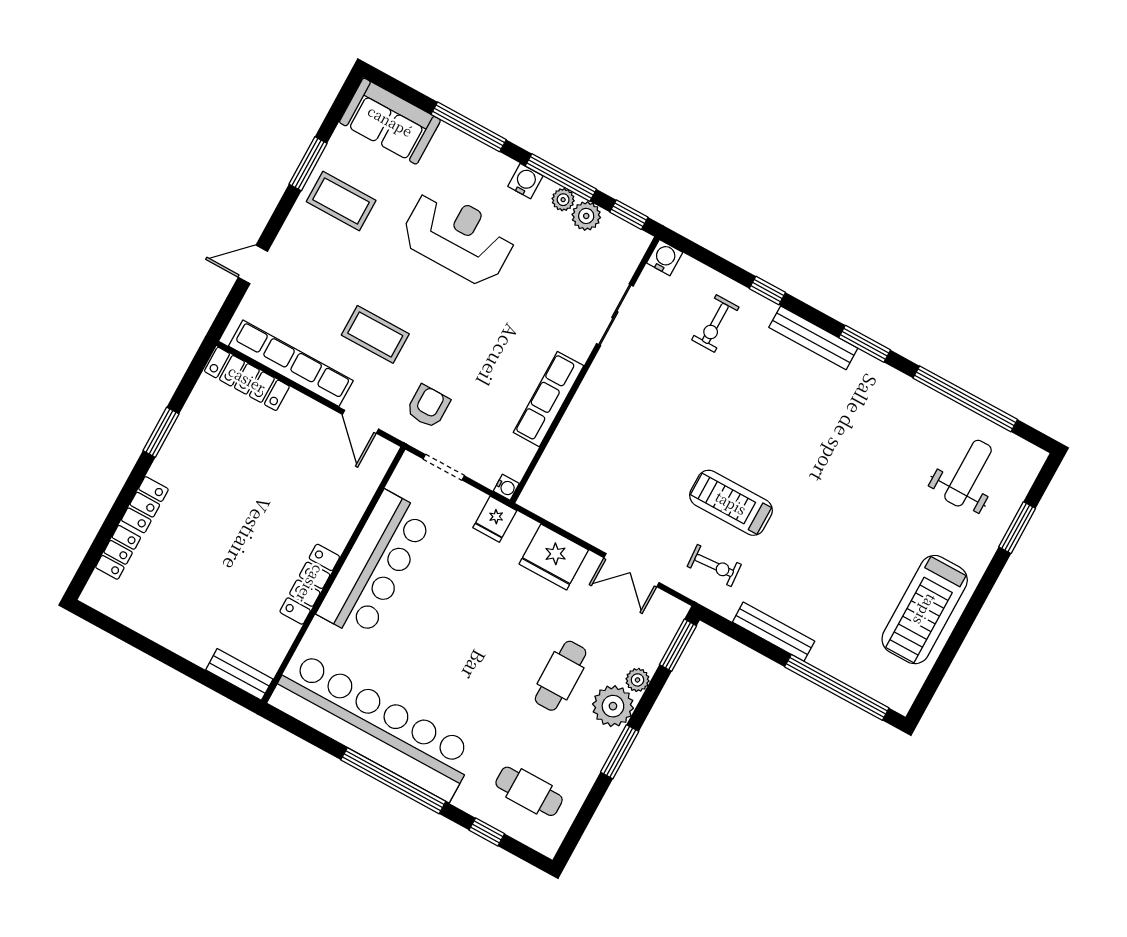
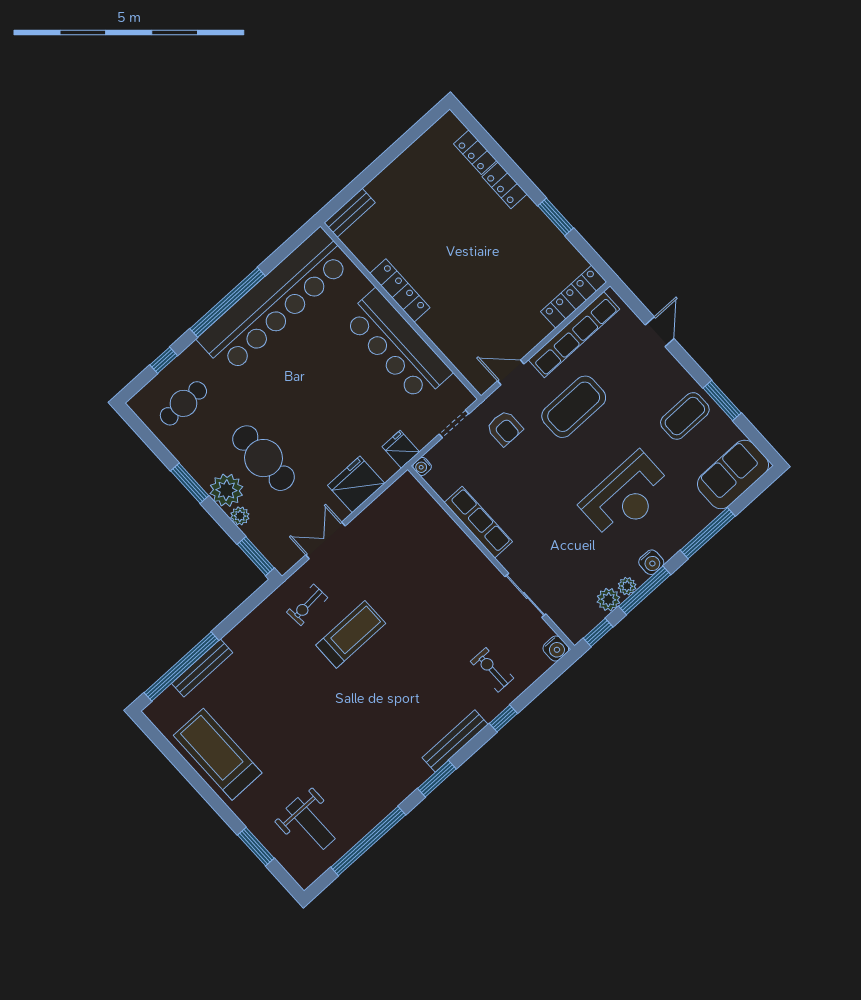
coffee table: (375, 334) -> (574, 407), width x1.36, depth x1.32
bench: (774, 632) -> (202, 668), moved
cafe table: (561, 676) -> (263, 458), width x1.37, depth x1.35

